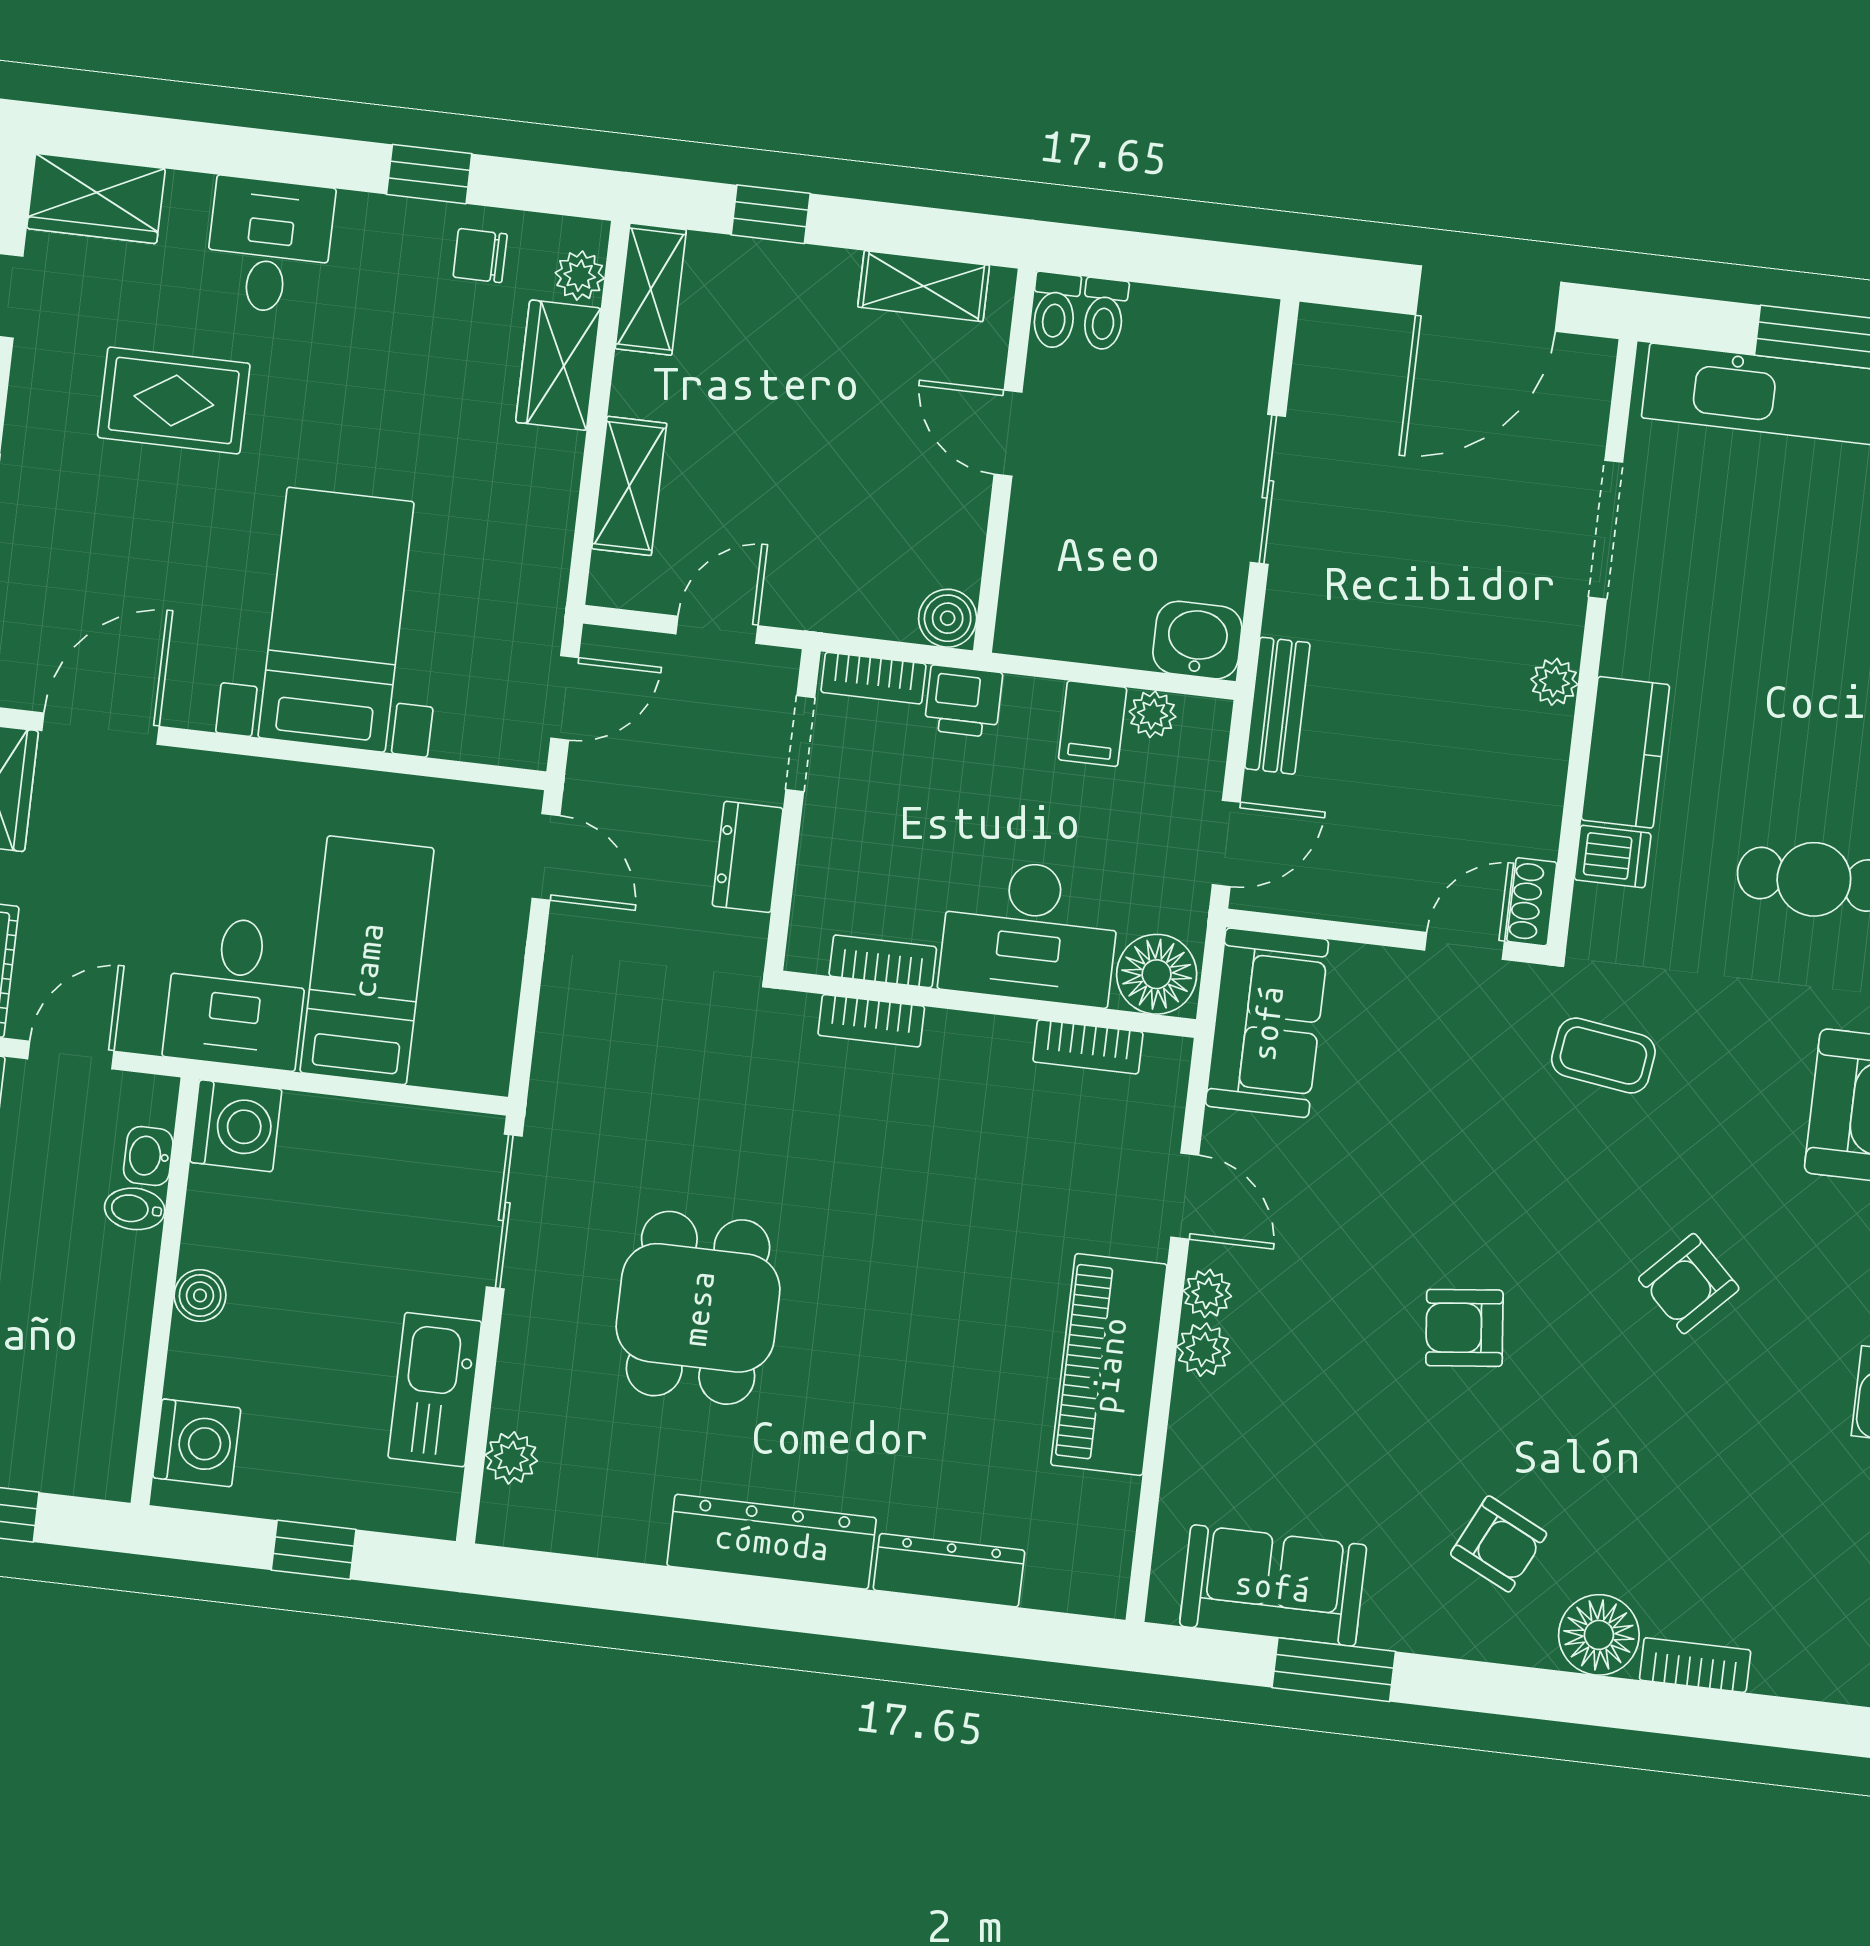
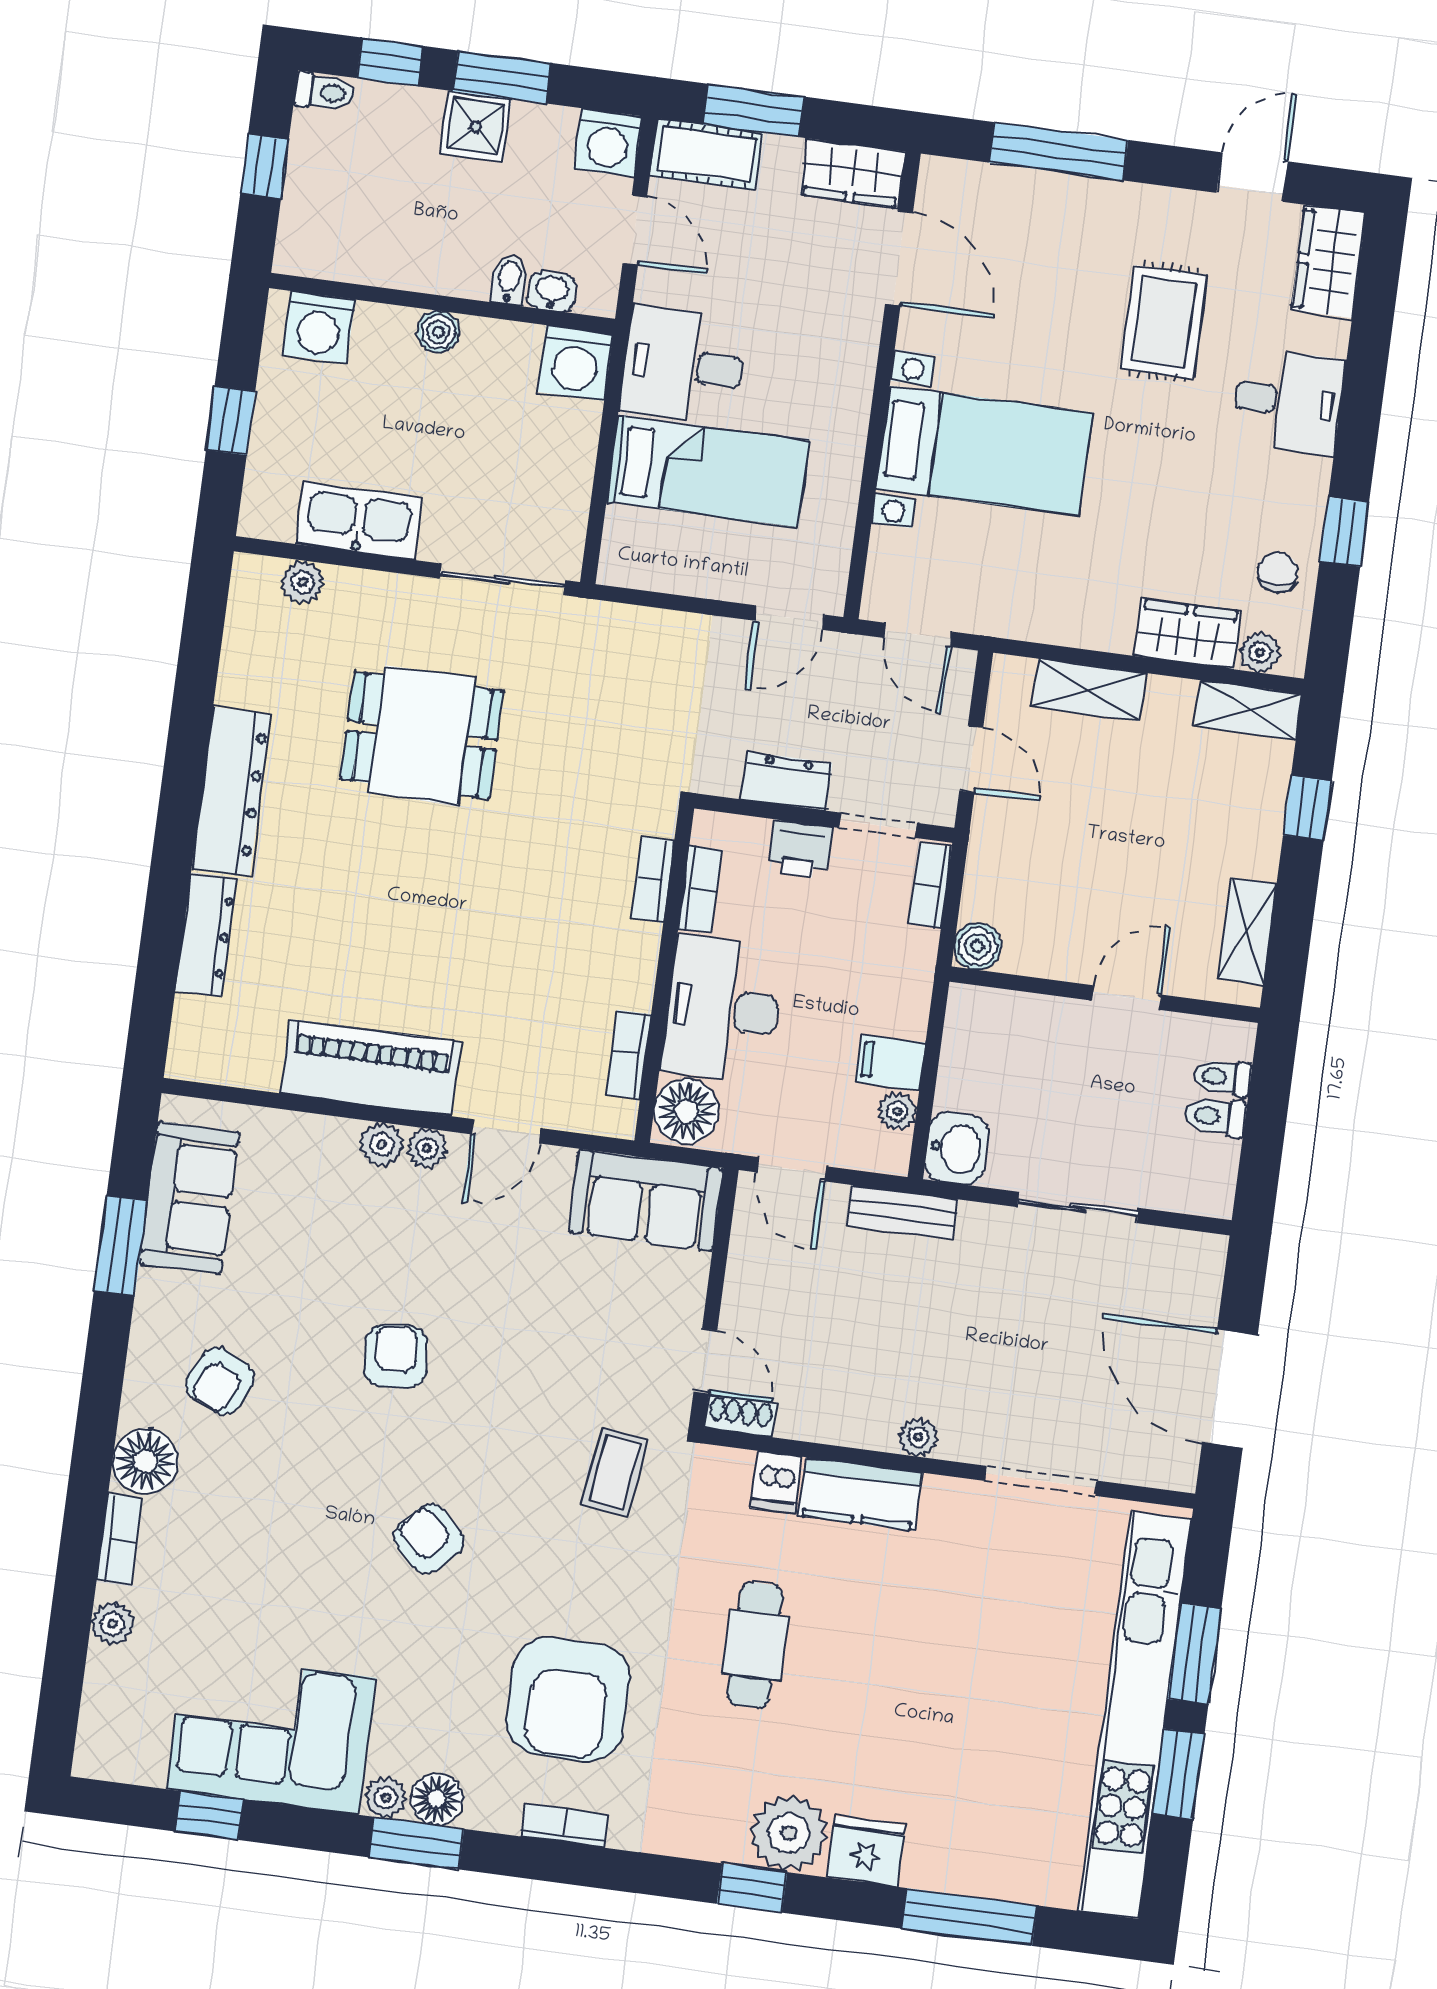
toilet: (1055, 310) -> (1215, 1117), moved
printer: (963, 701) -> (800, 849), moved, turned -90
plant: (1800, 1672) -> (112, 1624), added

